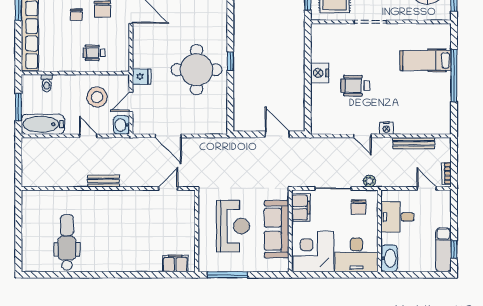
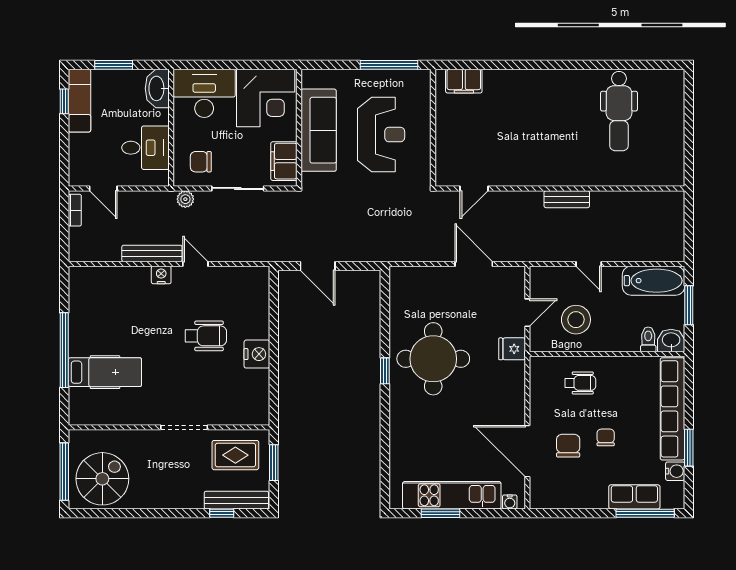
washbasin: (121, 125) -> (671, 341), moved, turned -90
bench: (414, 143) -> (152, 253), moved
chair: (359, 207) -> (201, 162), turned -90
reception desk: (233, 226) -> (381, 135), turned 180
window: (420, 275) -> (114, 65), added

